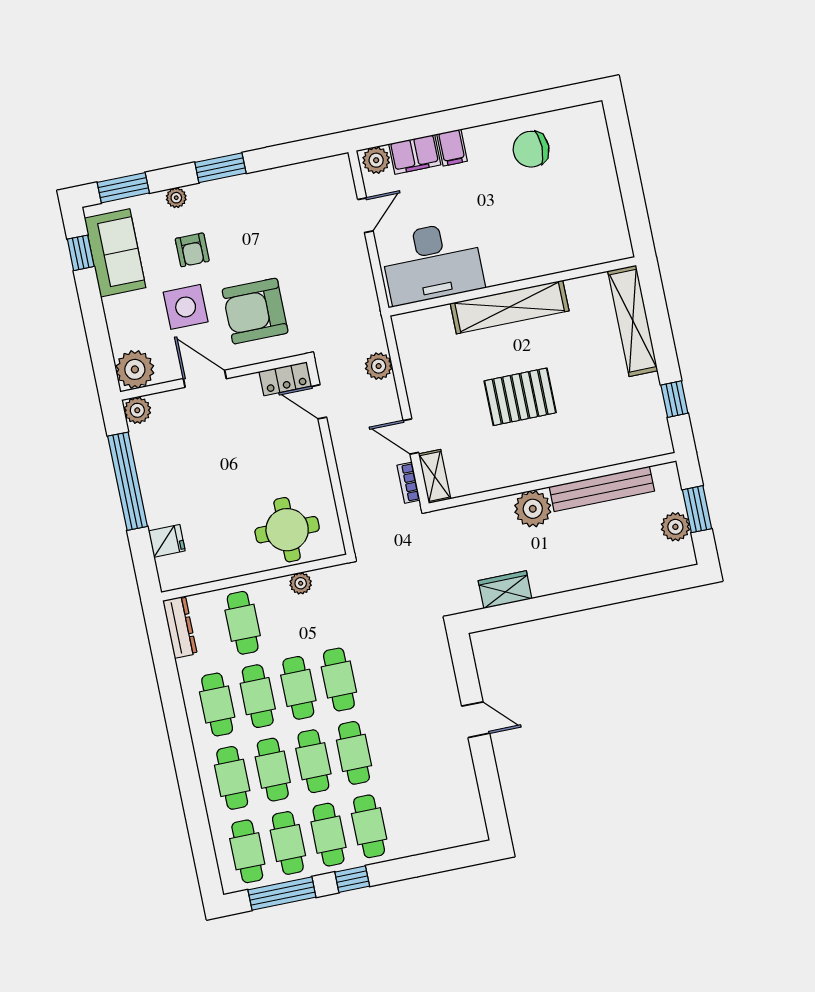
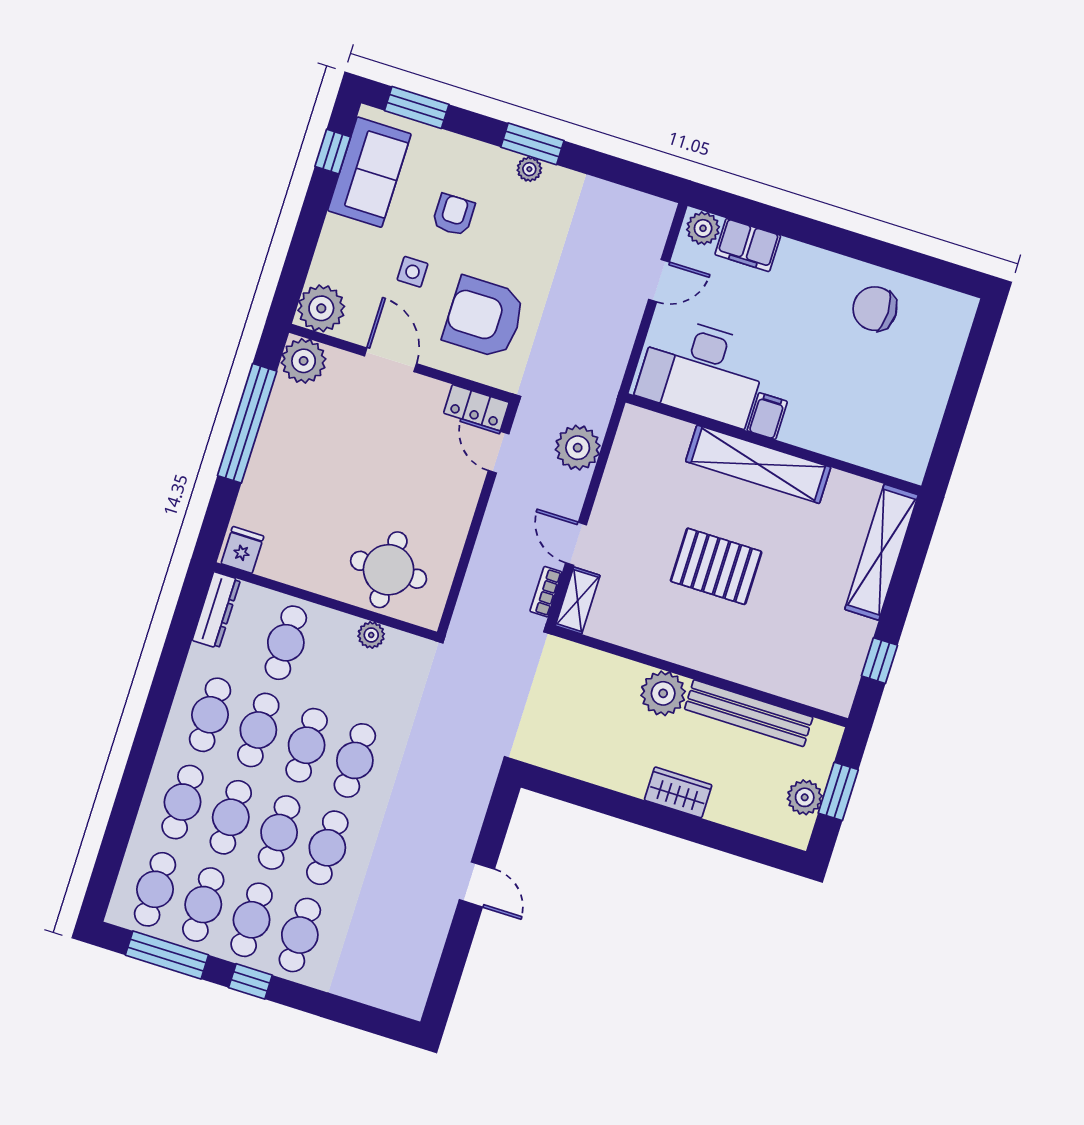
filing cabinet: (452, 148) -> (767, 416), moved, turned 180
plant: (176, 198) -> (529, 169), moved
armchair: (192, 250) -> (453, 215), turned 180
side table: (186, 307) -> (413, 272), width x0.54, depth x0.54
plant: (379, 366) -> (578, 448), width x1.36, depth x1.36
plant: (137, 410) -> (304, 361), width x1.36, depth x1.36
fridge: (167, 541) -> (242, 550), moved, turned -90
wardrobe: (505, 590) -> (678, 792), moved

